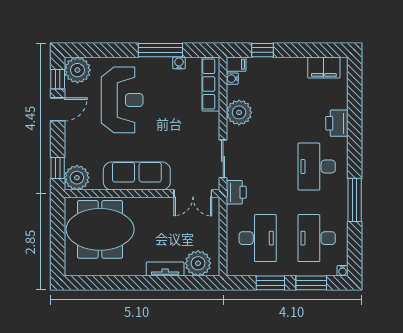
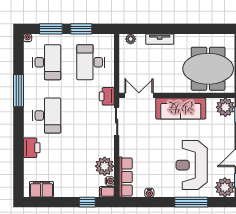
window: (160, 50) -> (191, 202), moved
plant: (239, 112) -> (105, 166), moved
plant: (198, 263) -> (131, 39), width x0.53, depth x0.53

